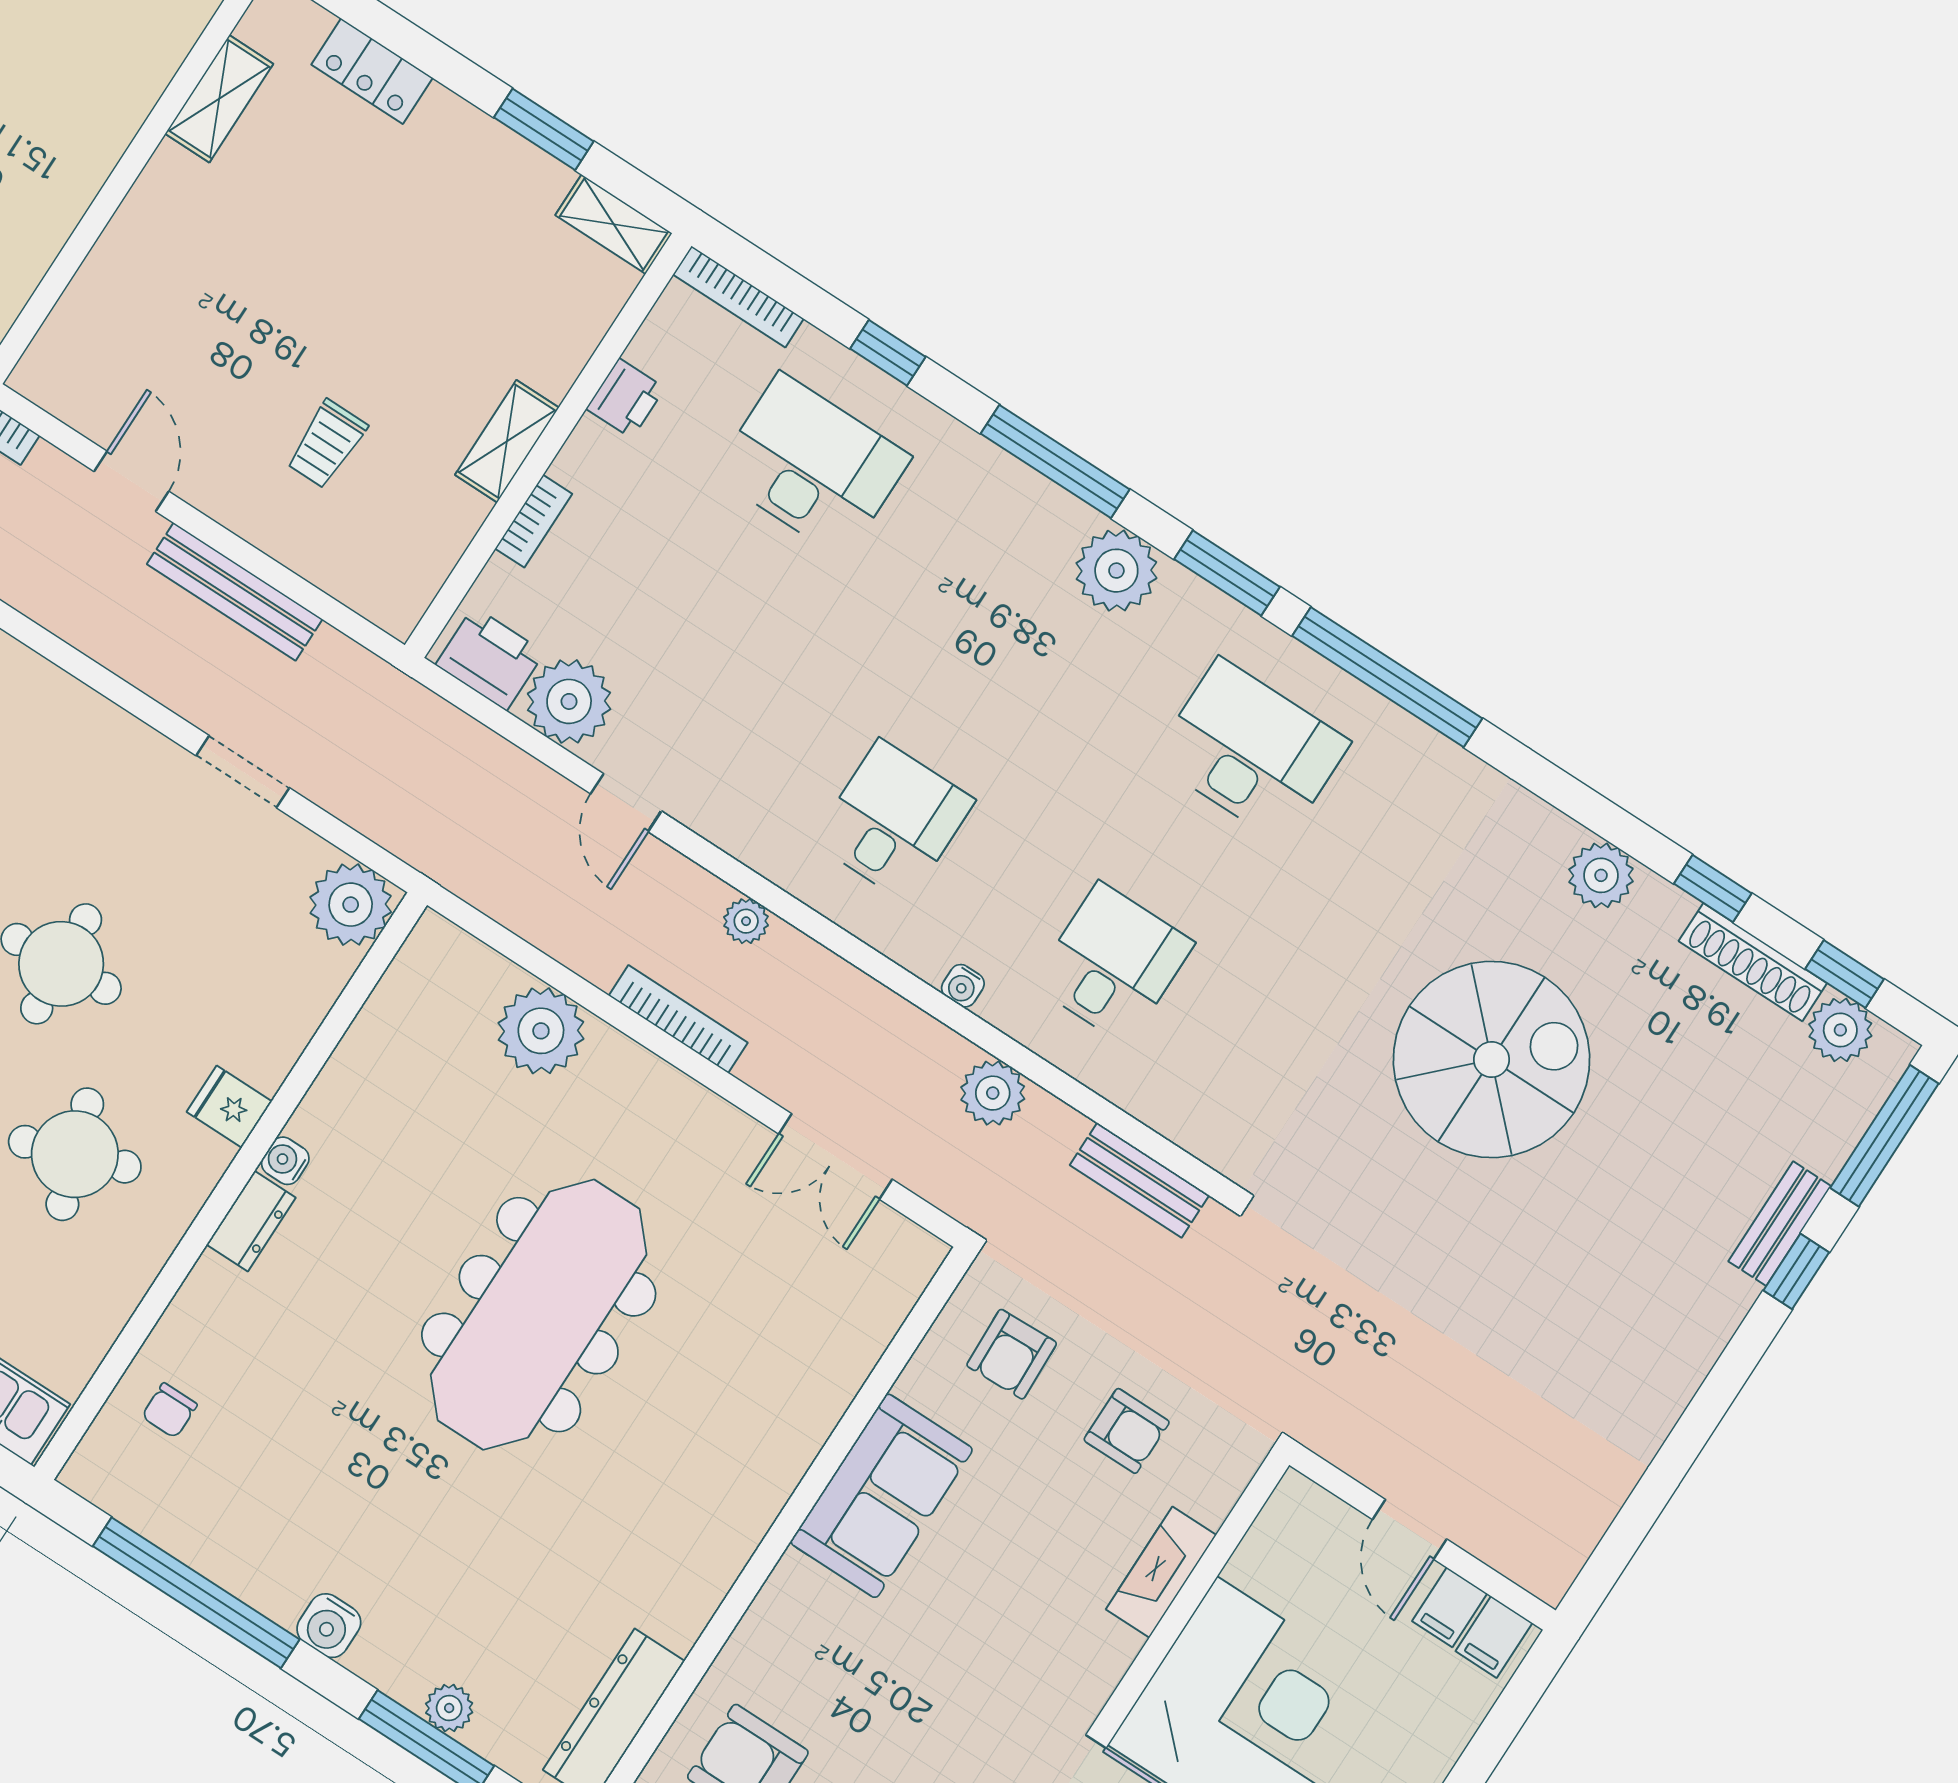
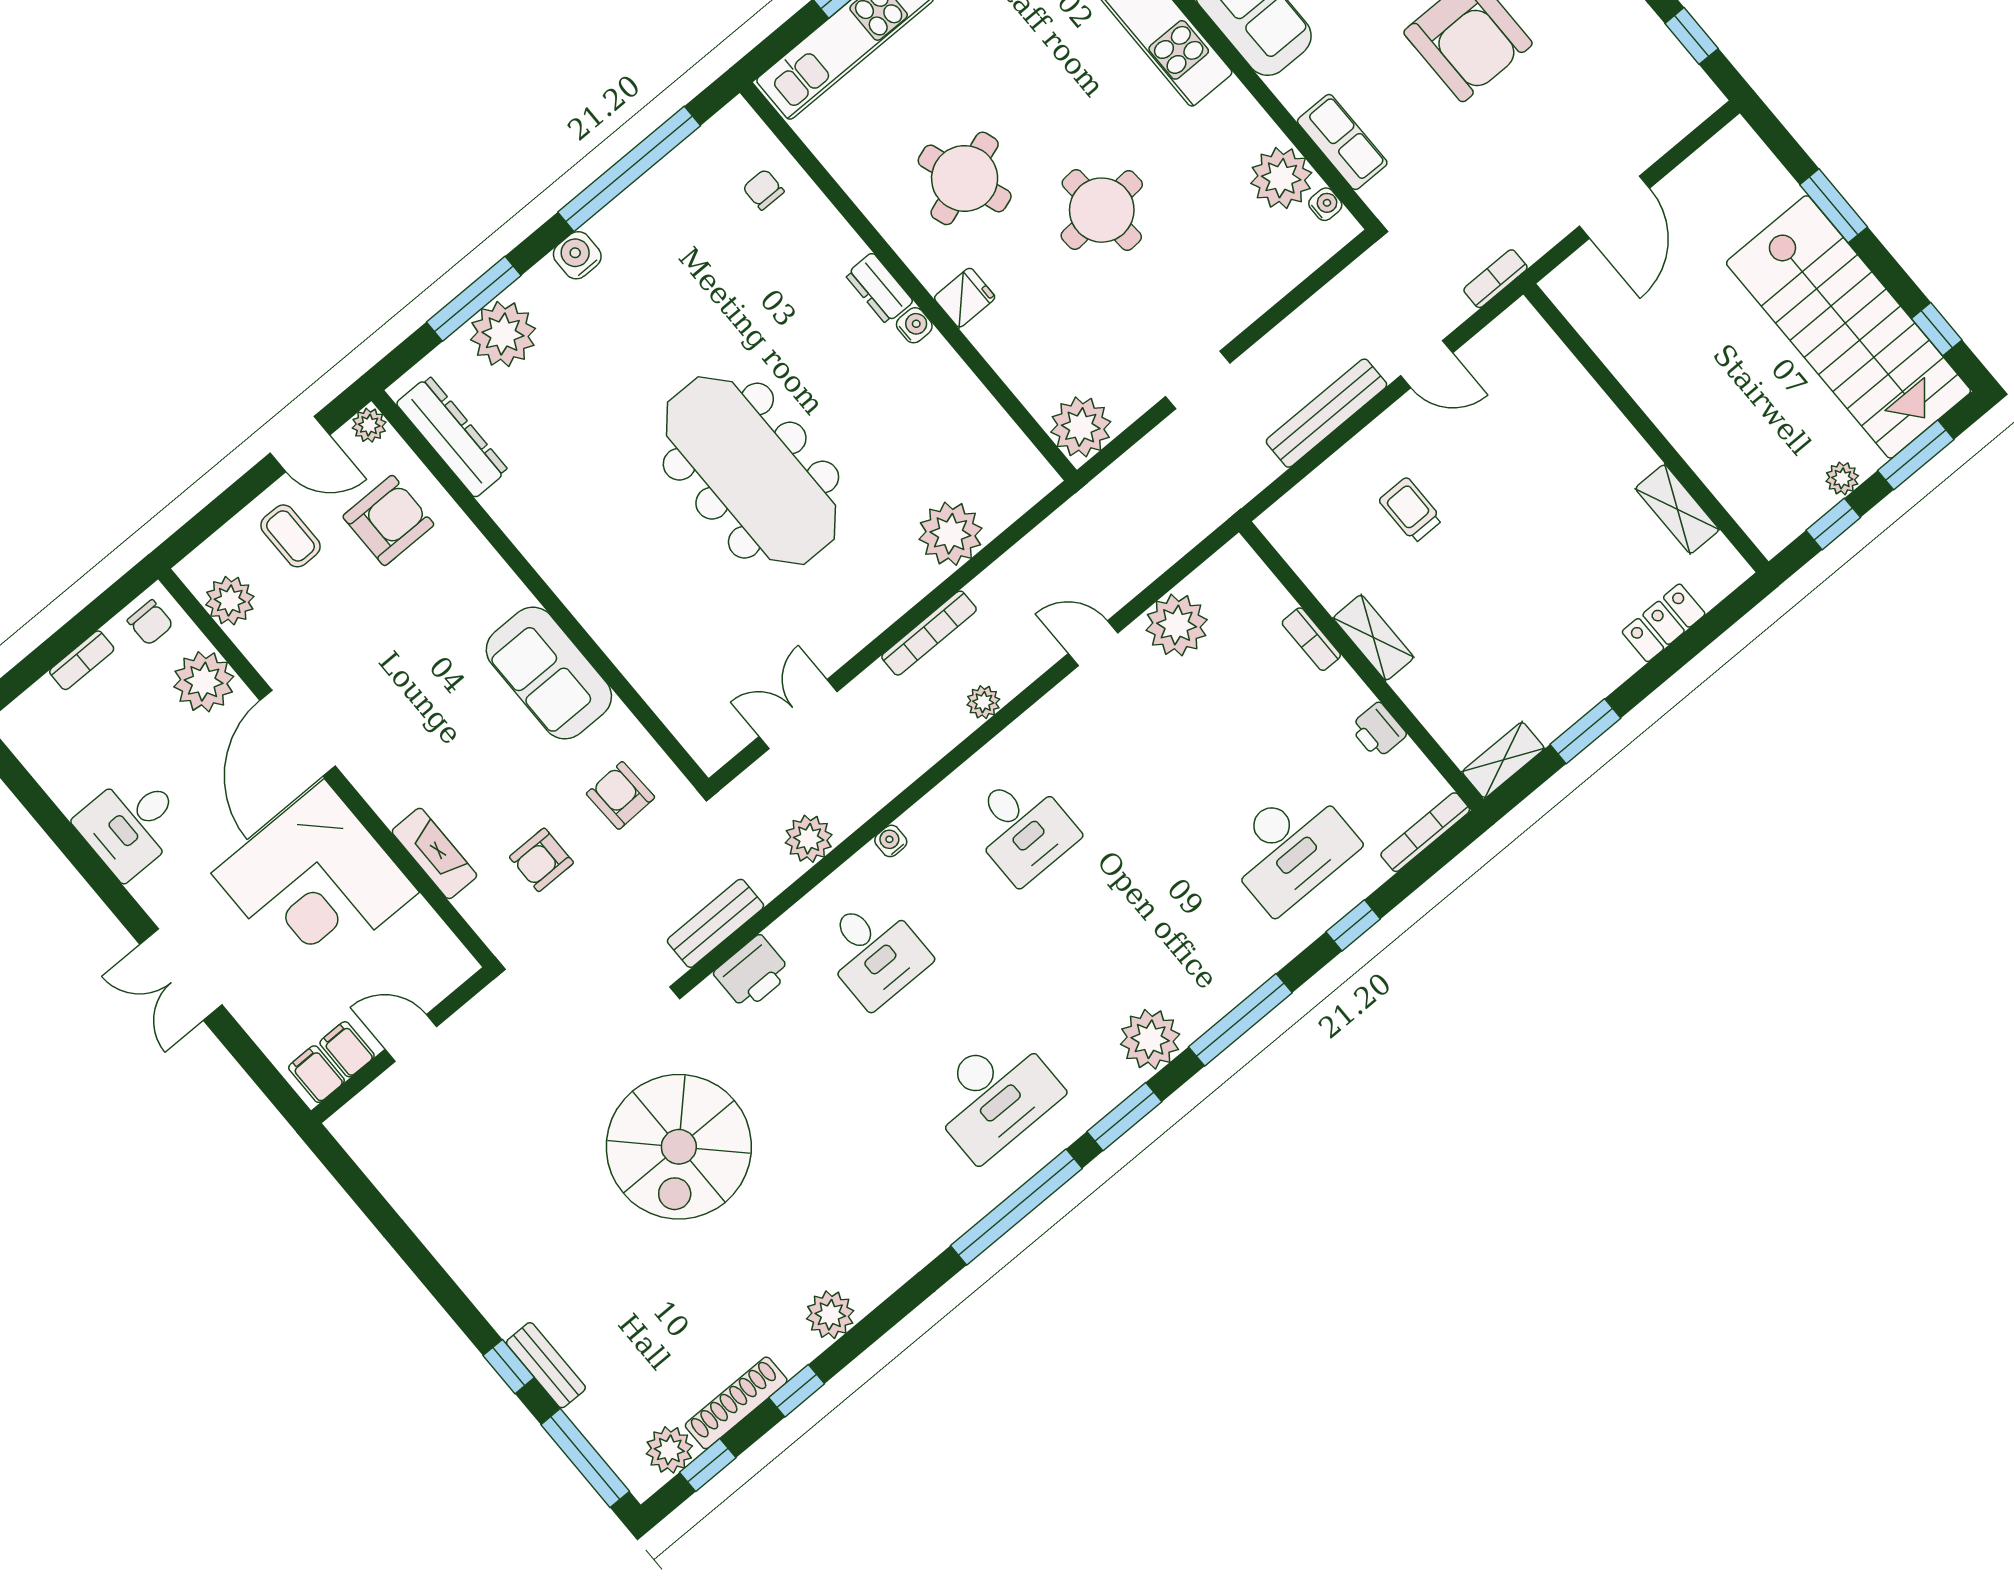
printer: (490, 659) -> (753, 973), moved
spiral stairs: (1491, 1060) -> (679, 1147), moved
plant: (449, 1708) -> (503, 334), width x1.87, depth x1.87

